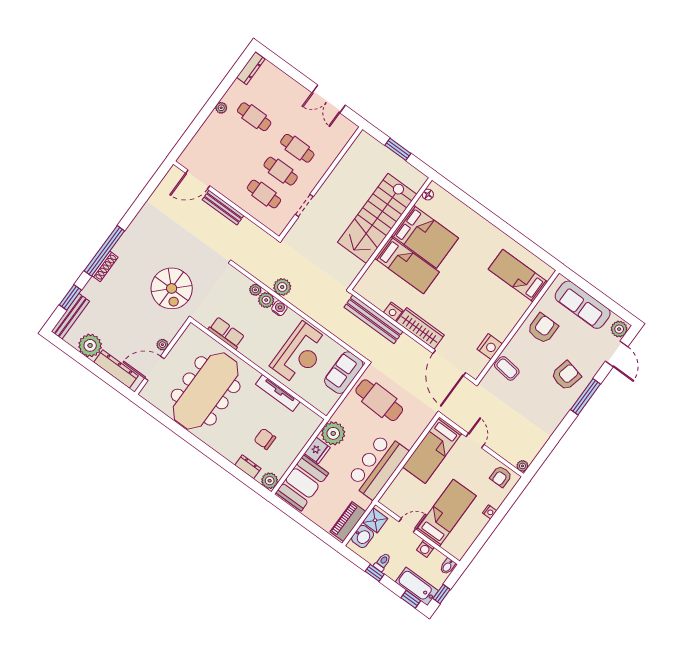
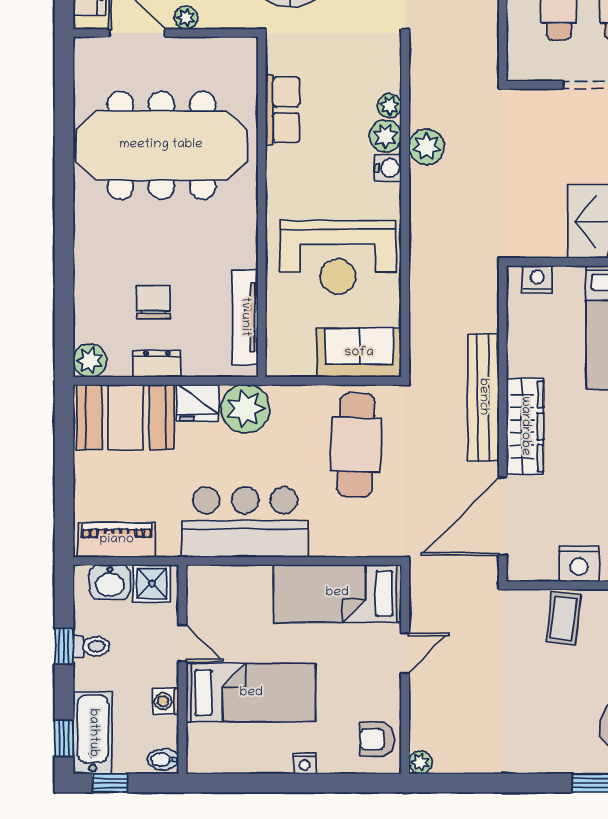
nightstand: (393, 312) -> (537, 279), moved, turned 90
bench: (373, 319) -> (483, 397), moved
tv unit: (278, 393) -> (245, 317), moved
dresser: (248, 467) -> (157, 364), moved, turned -90

